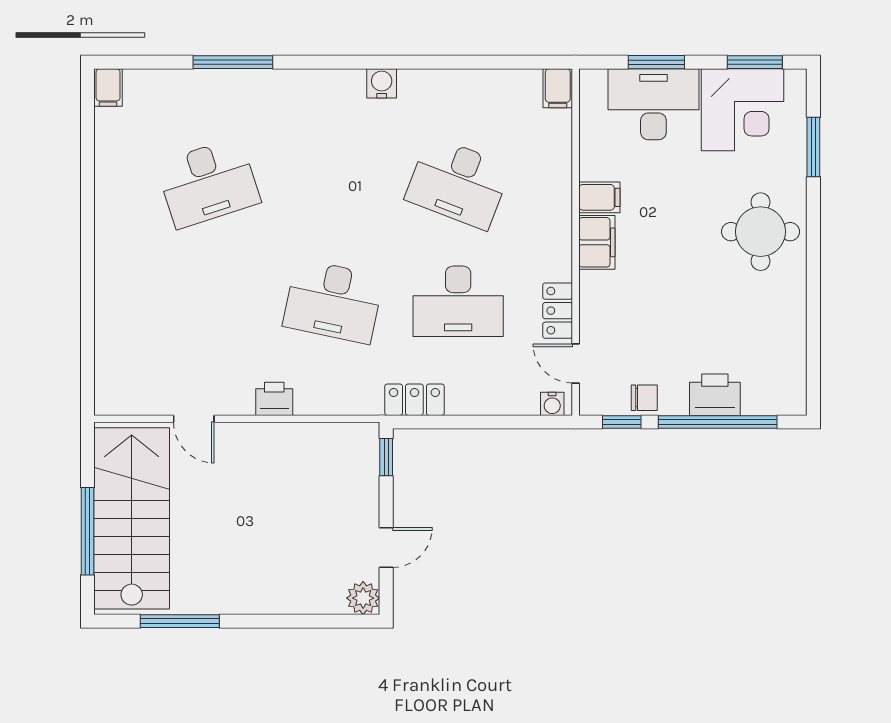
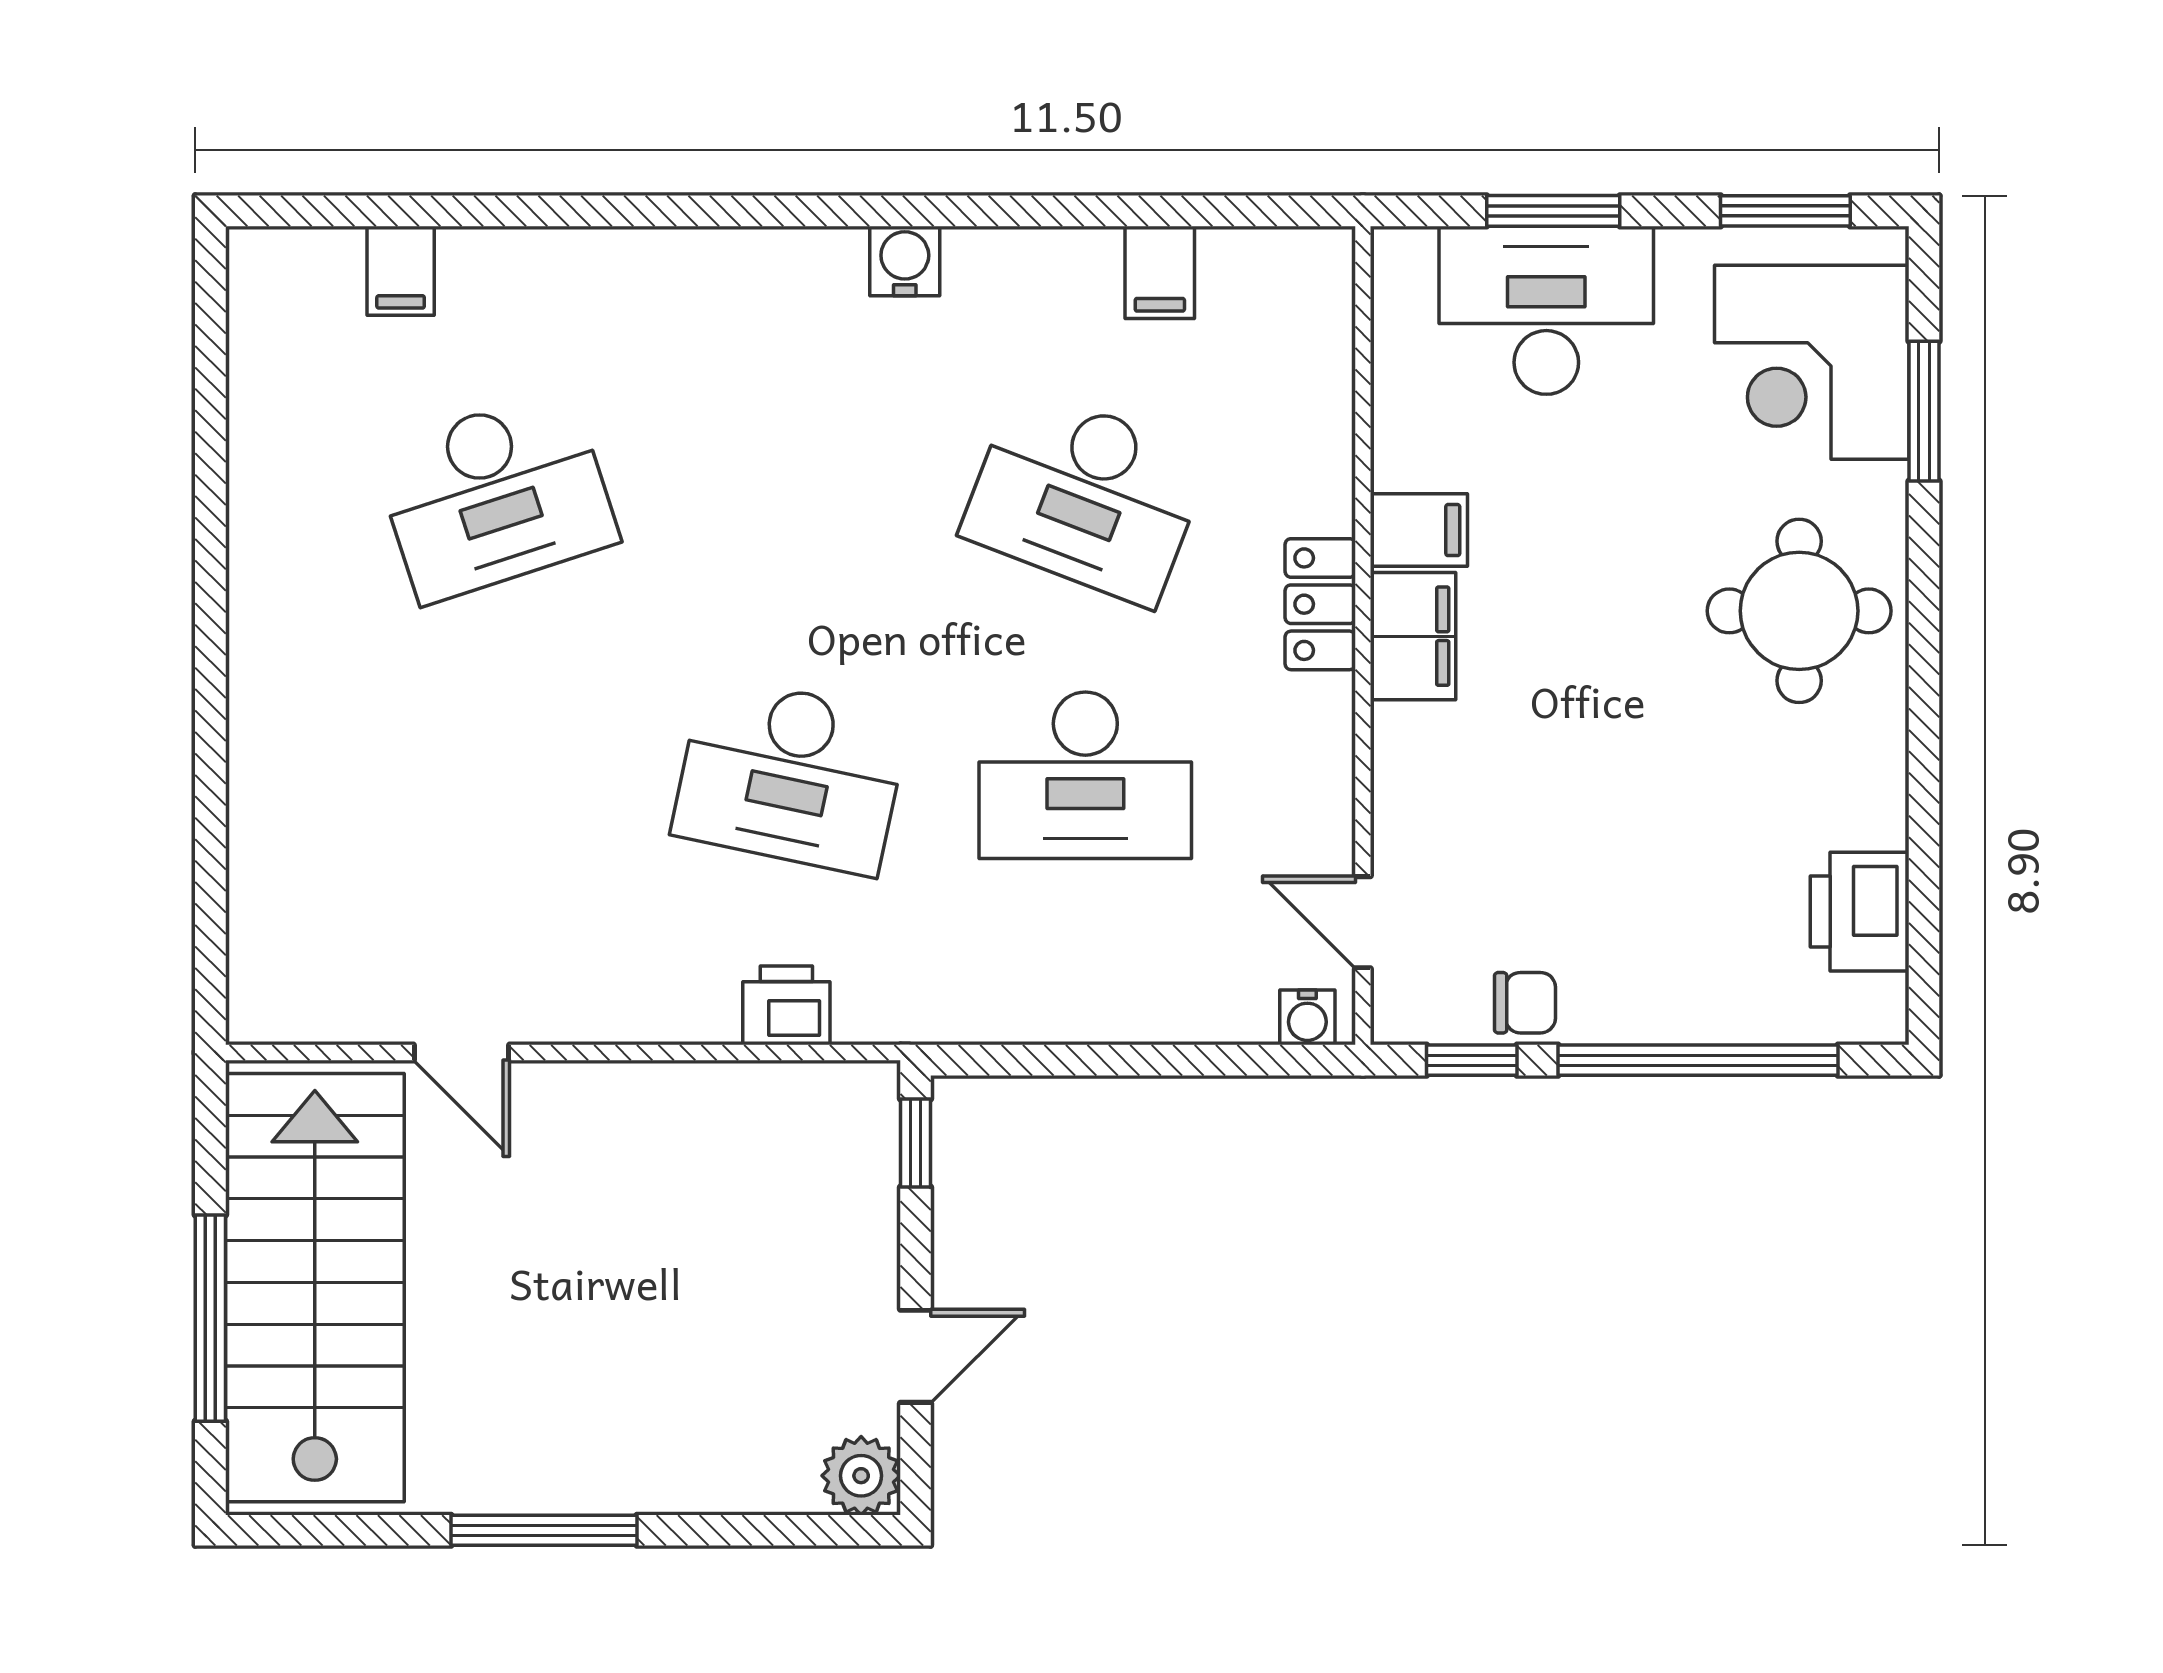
window: (233, 62) -> (554, 211), removed
filing cabinet: (108, 87) -> (401, 271), moved
filing cabinet: (558, 88) -> (1160, 272), moved
corner desk: (743, 110) -> (1812, 362), moved, turned 90
locker: (558, 311) -> (1320, 604), moved
printer: (715, 395) -> (1860, 912), moved, turned -90
printer: (274, 399) -> (786, 1005), moved
locker: (414, 400) -> (982, 1008), removed
window: (180, 621) -> (544, 1530), moved

